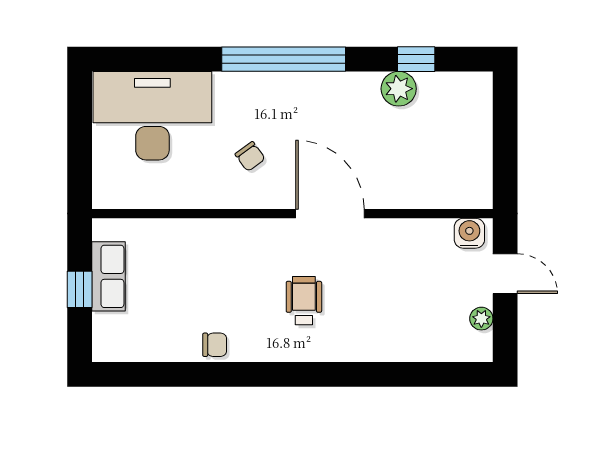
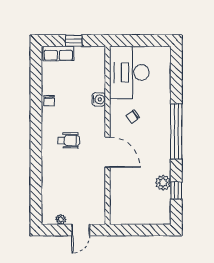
desk: (152, 116) -> (129, 73), moved, turned 180
door: (330, 214) -> (107, 152), hinge flipped
water cooler: (469, 233) -> (99, 99), moved
row of seats: (108, 276) -> (58, 54), moved

